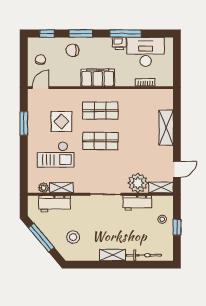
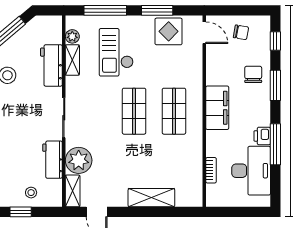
display table: (61, 122) -> (169, 31), moved
window: (24, 163) -> (105, 10), added
workbench: (55, 204) -> (51, 65), moved

